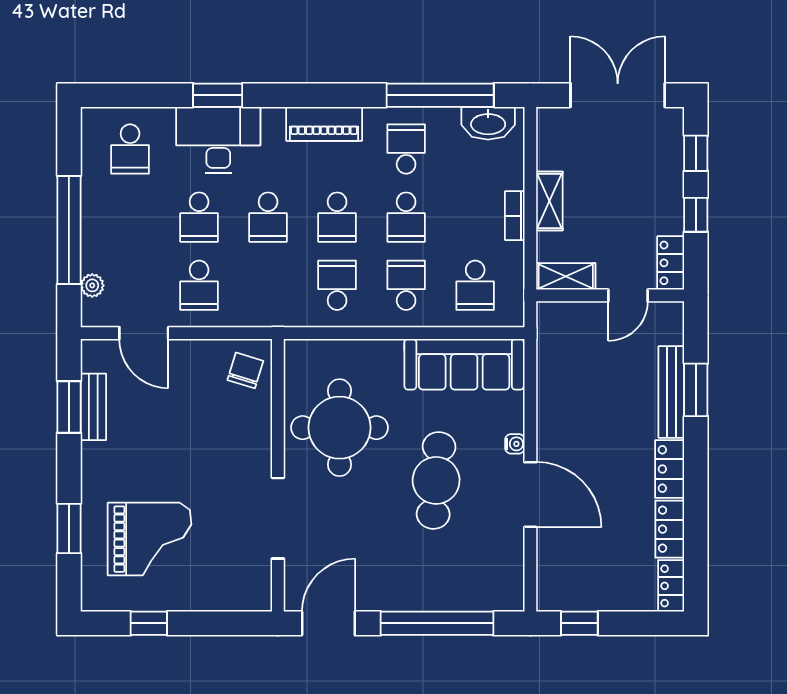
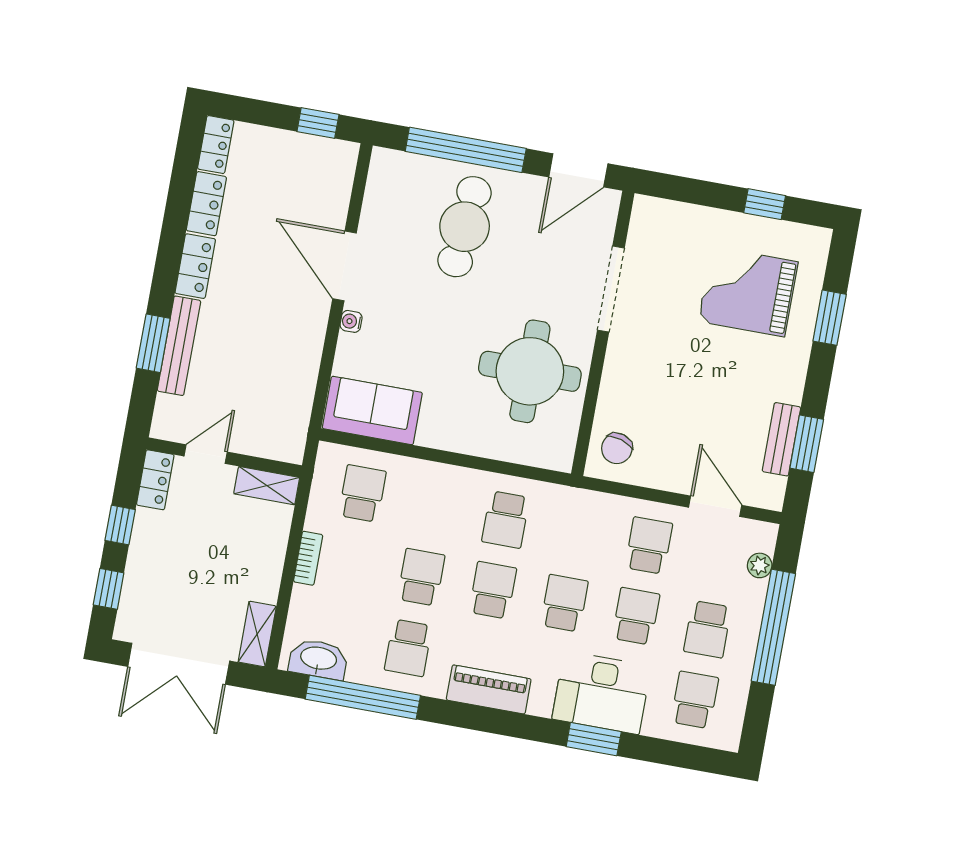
shelving: (549, 201) -> (257, 634), moved
school desk: (406, 285) -> (708, 629), moved
sofa: (464, 364) -> (372, 411), width x0.73
cafe table: (436, 480) -> (465, 227), moved

